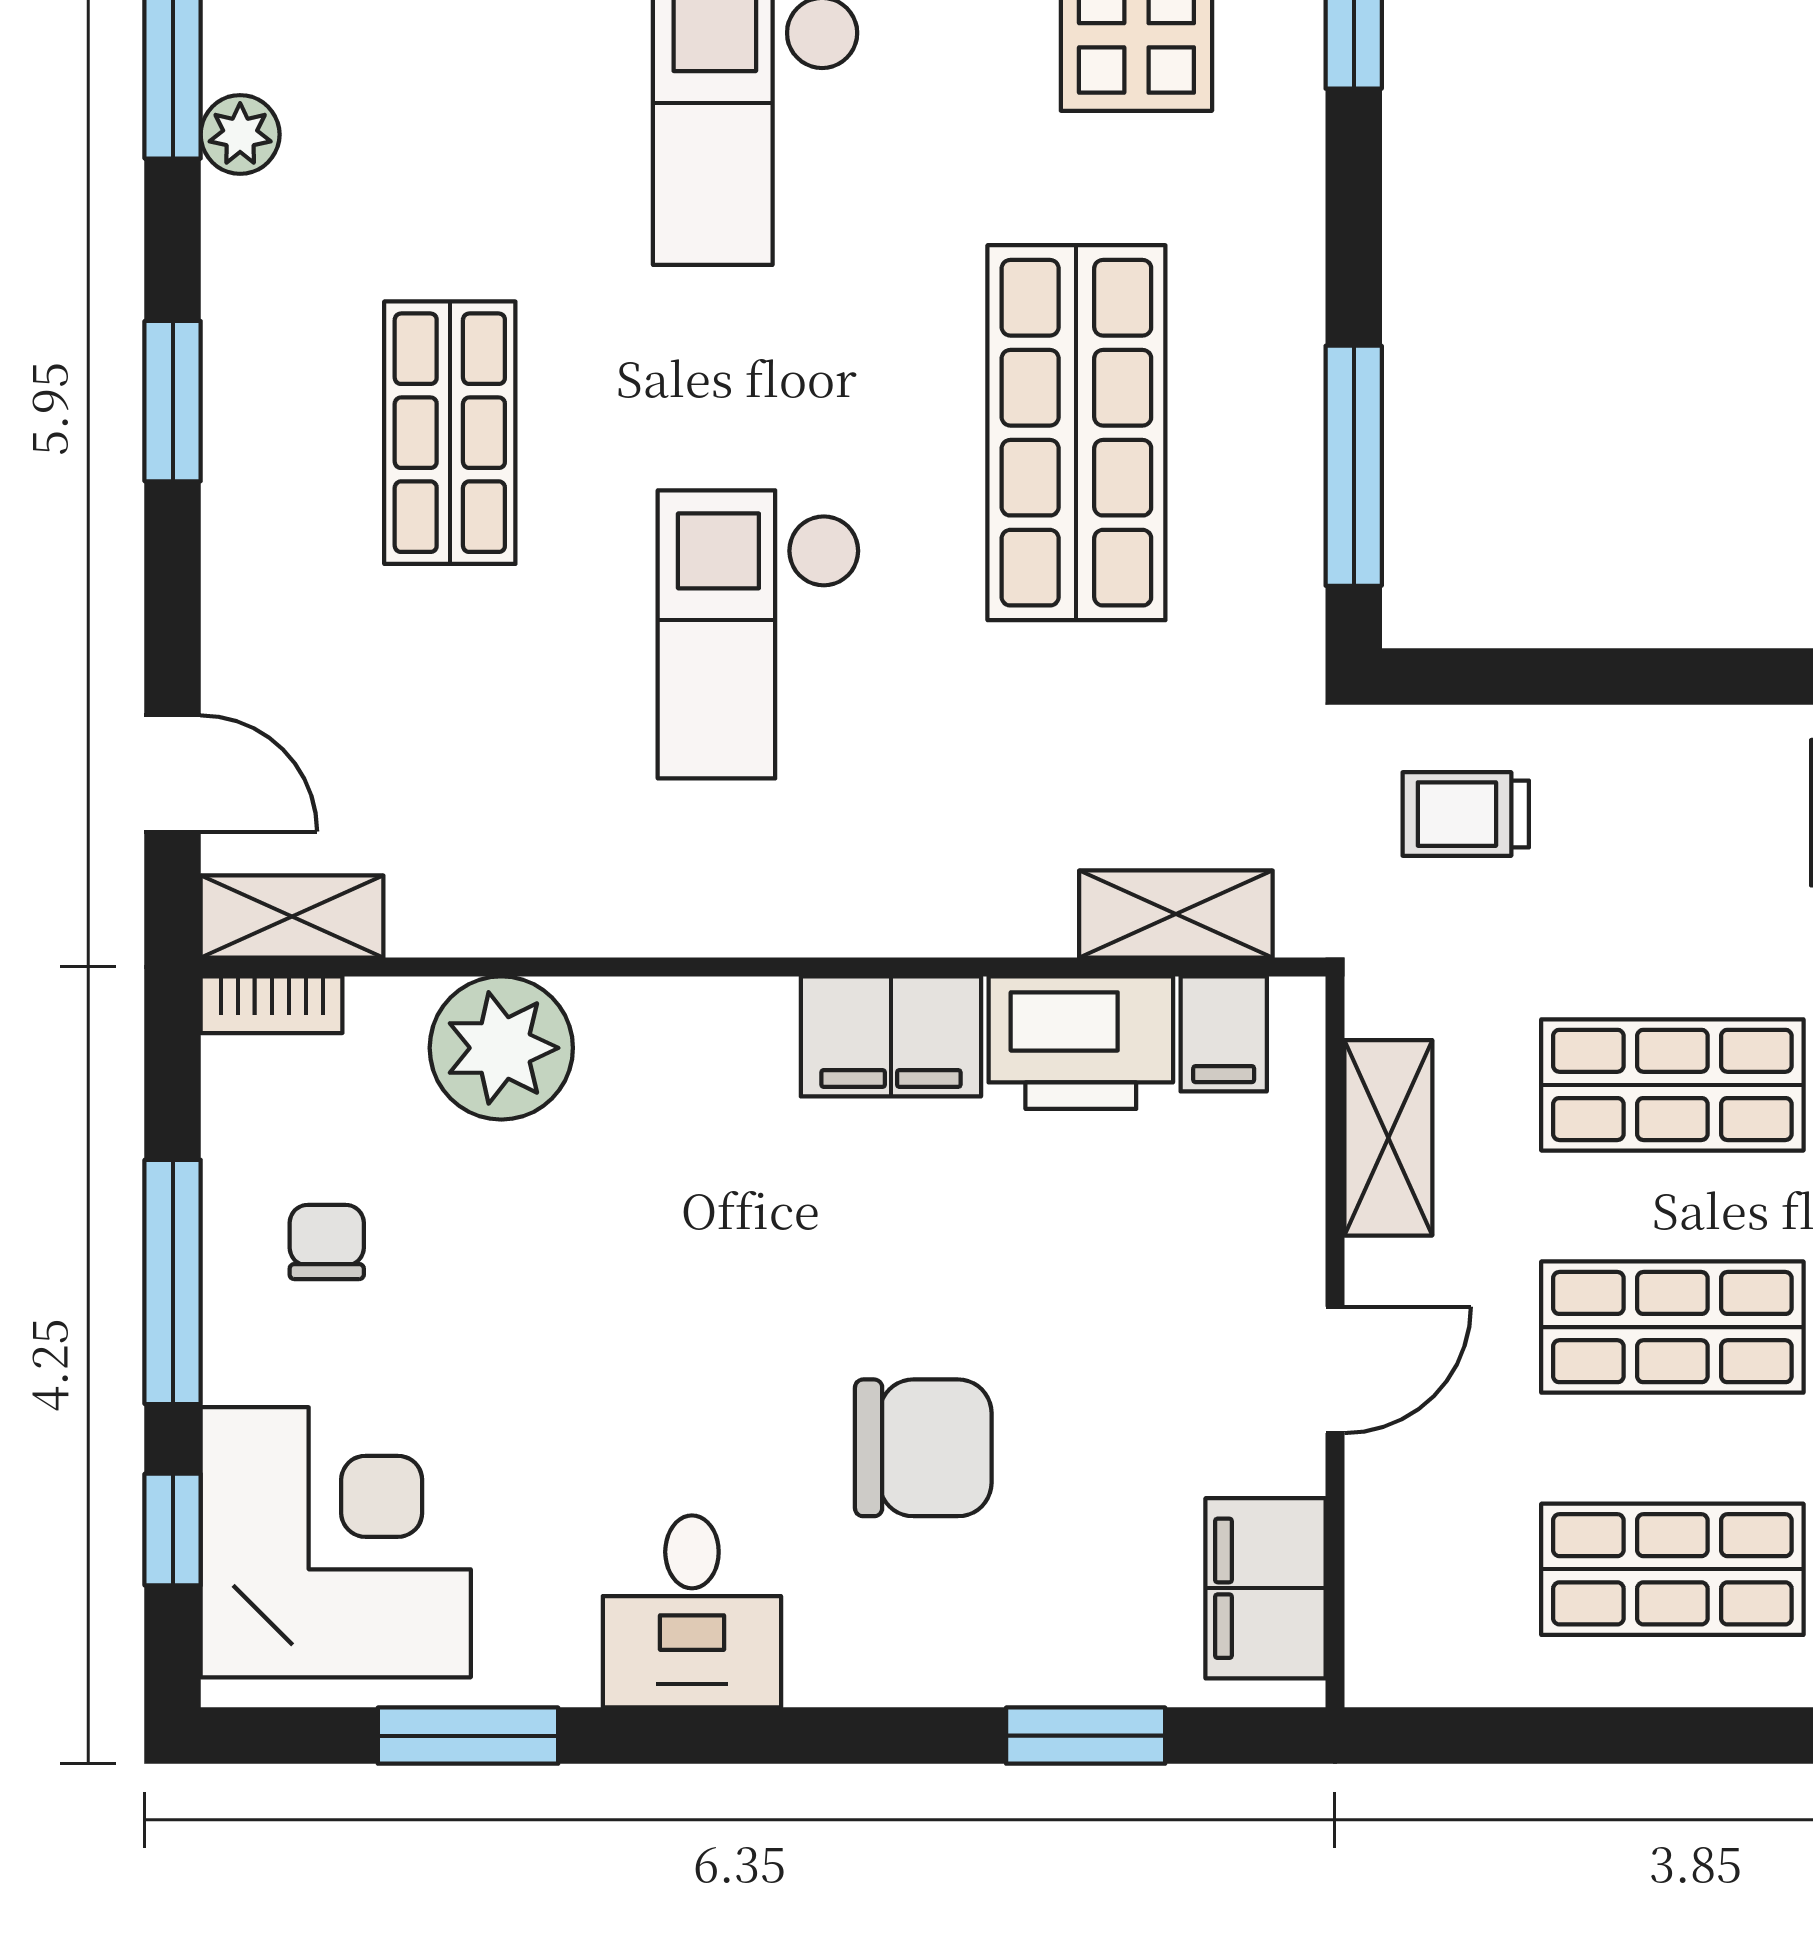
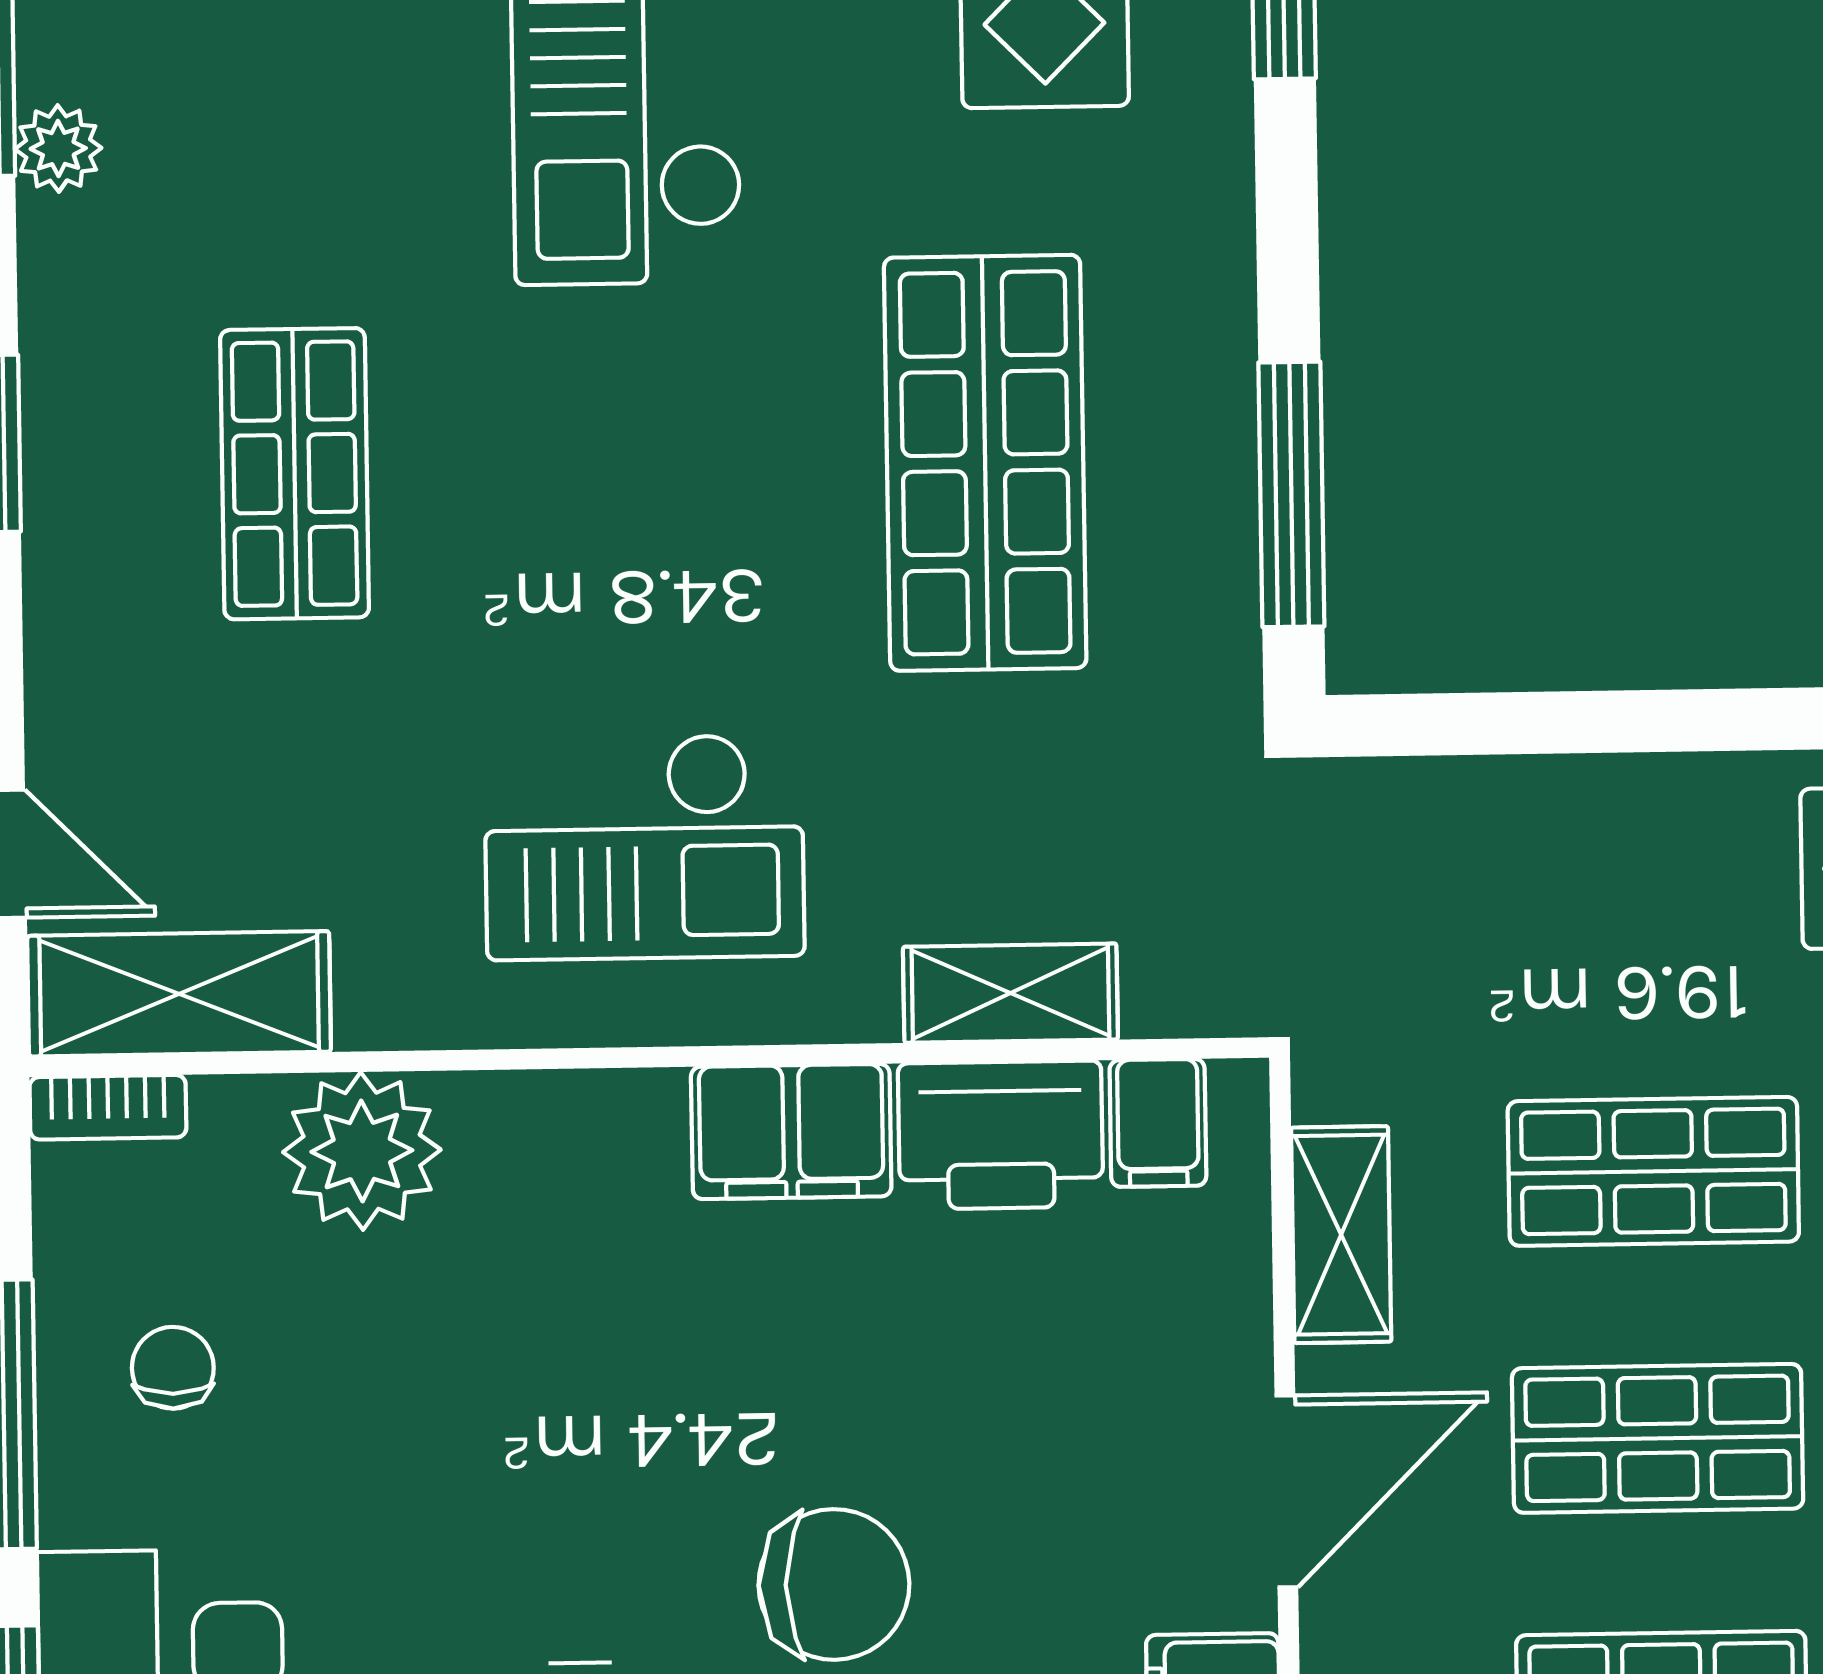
checkout: (759, 634) -> (644, 847), moved, turned -90
trolley: (1466, 814) -> (1421, 876), removed
shelving: (1176, 914) -> (1010, 993), moved
shelving: (292, 917) -> (179, 994), width x1.50, depth x1.33
door: (1335, 1370) -> (1286, 1491), width x1.38

